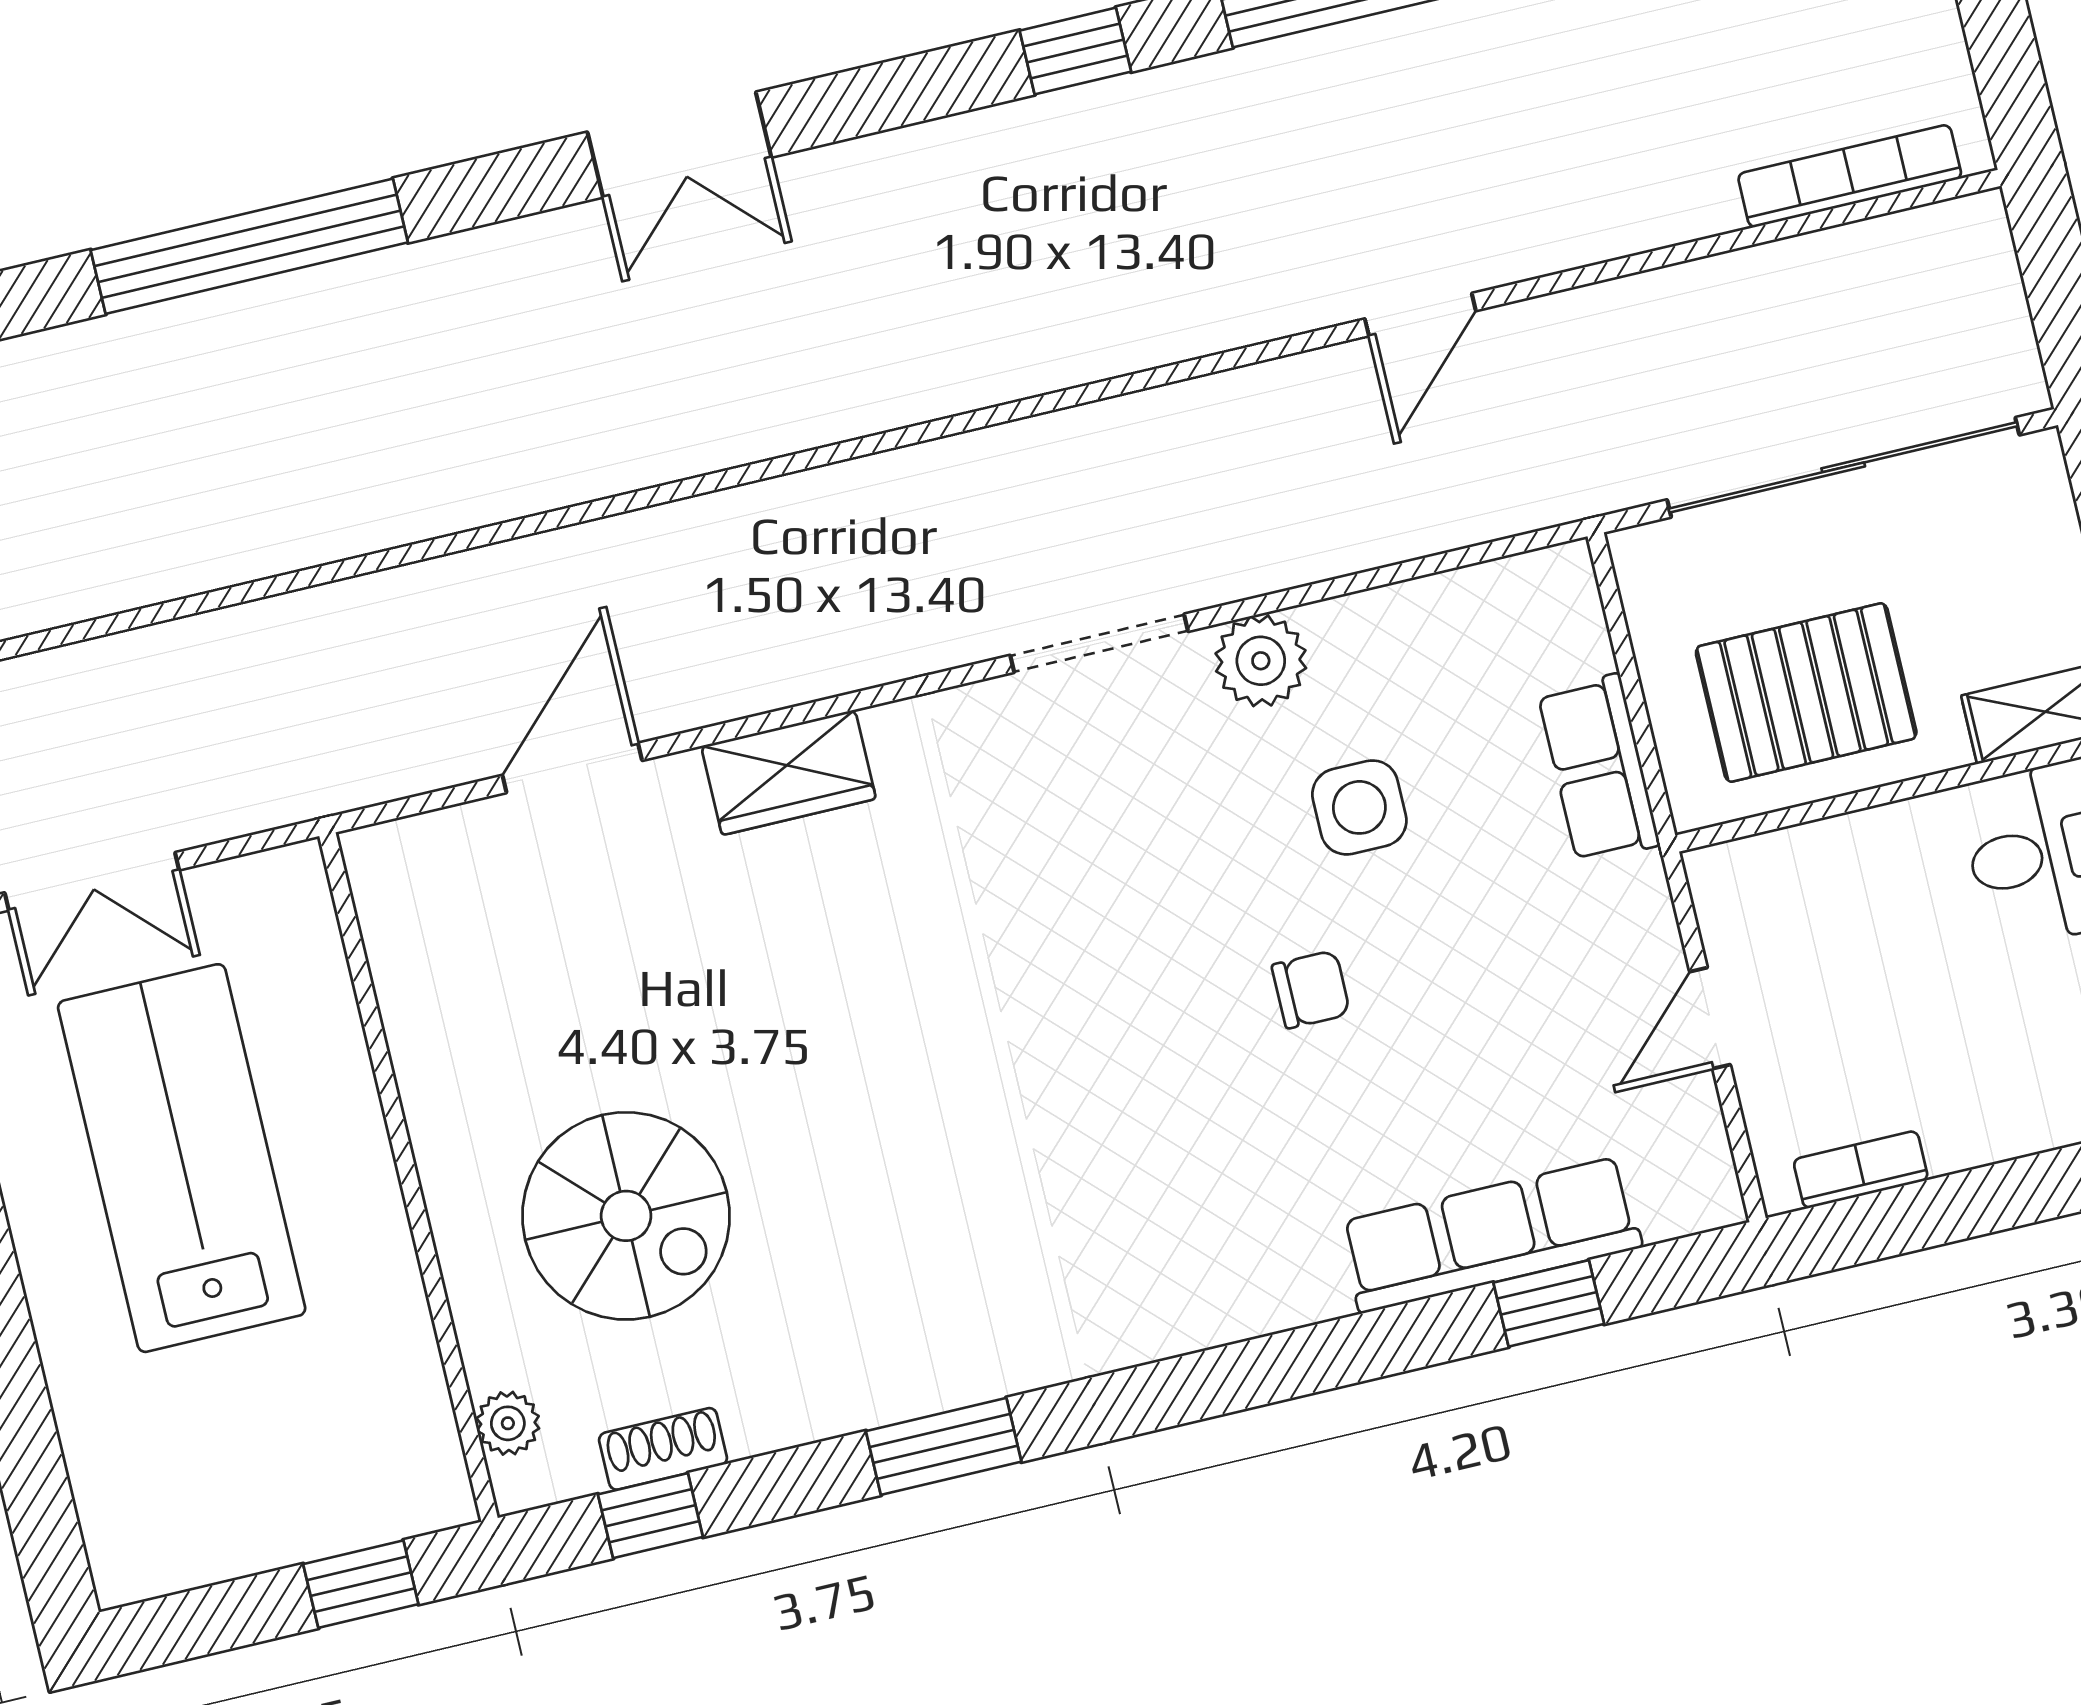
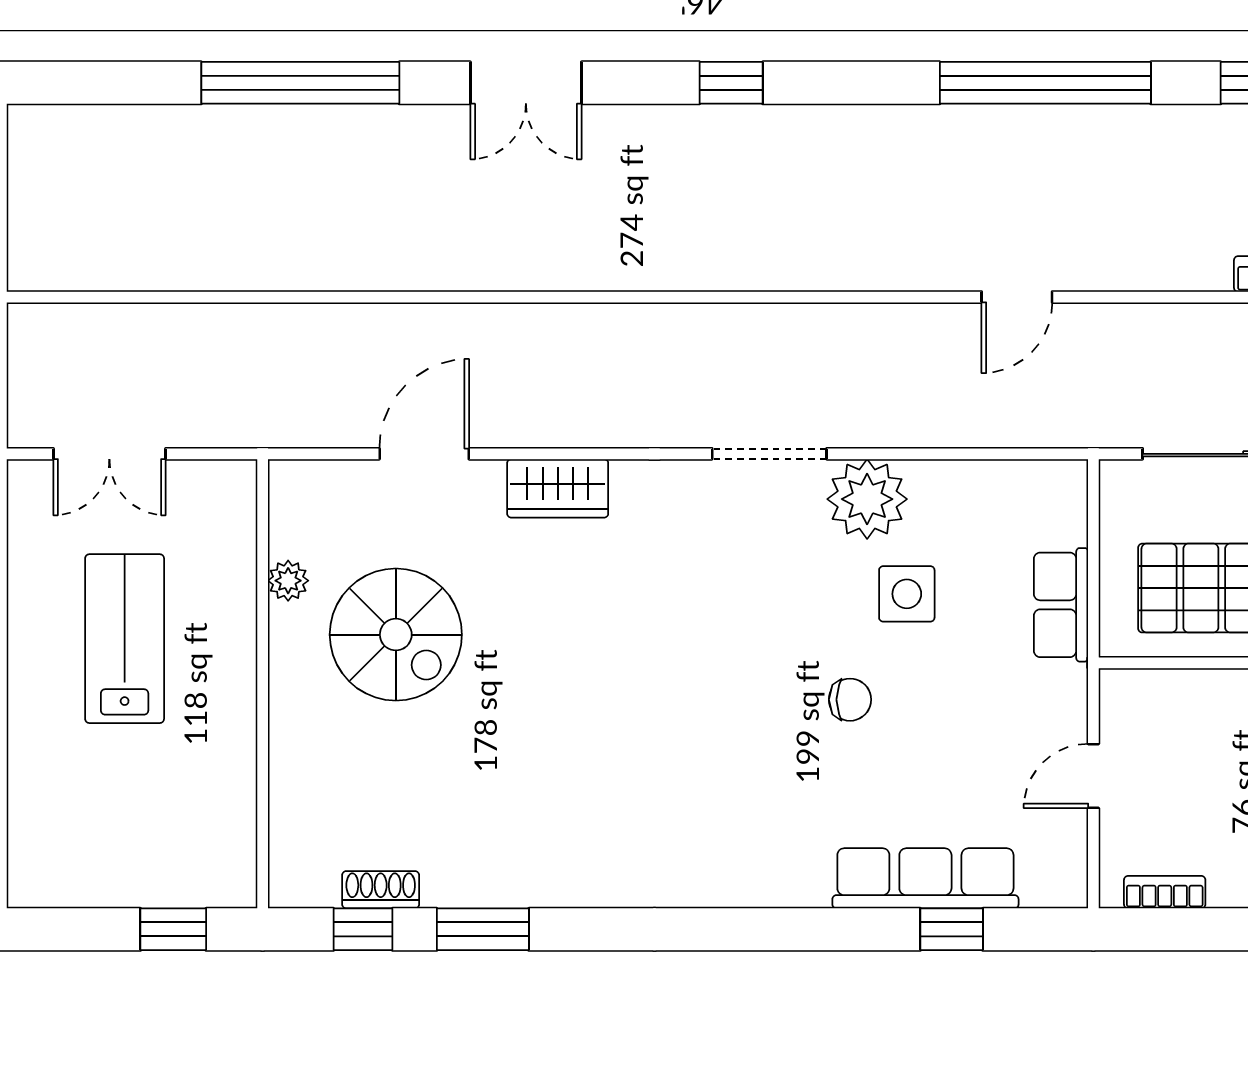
window: (1075, 51) -> (731, 83), moved
double door: (679, 145) -> (526, 83), moved
plant: (1261, 661) -> (867, 499), width x1.36, depth x1.36
lab bench: (182, 1158) -> (125, 639), width x0.73, depth x0.72
spiral stairs: (626, 1216) -> (396, 635), moved
plant: (508, 1423) -> (288, 581), moved
window: (944, 1446) -> (483, 929), moved

